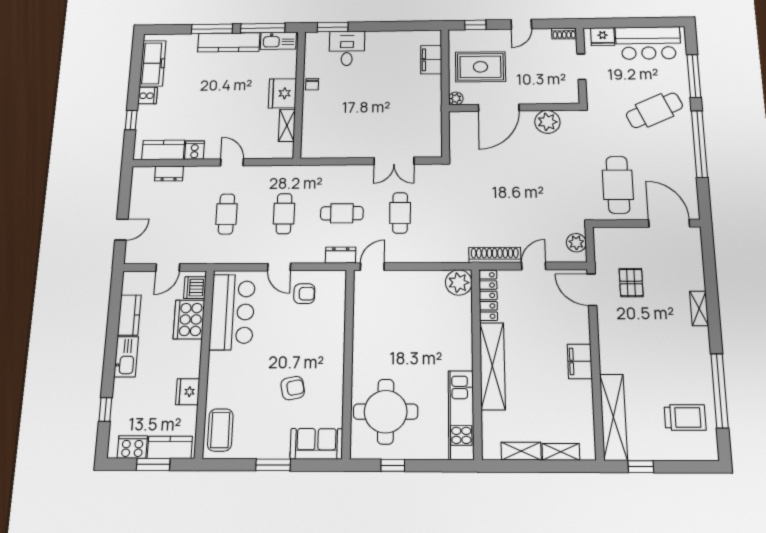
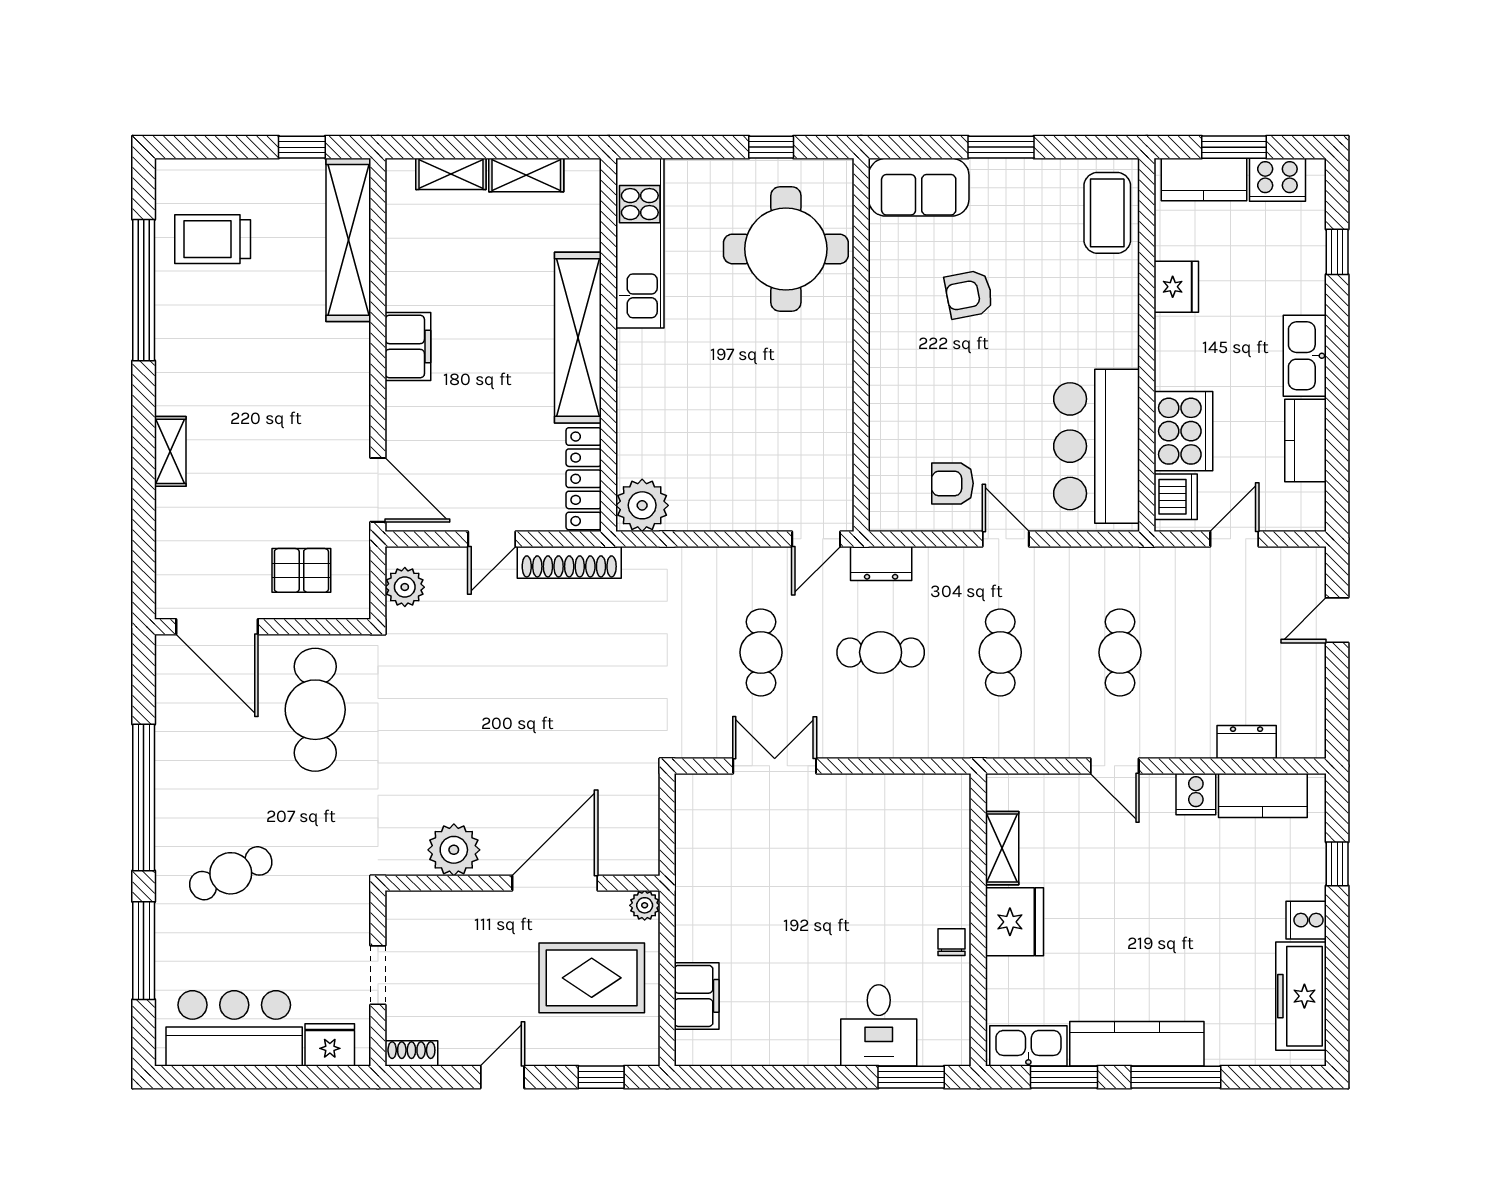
window: (263, 28) -> (1064, 1077), width x0.69
cafe table: (654, 110) -> (231, 873), width x0.73, depth x0.74
pallet: (631, 282) -> (301, 570), moved, turned 90

